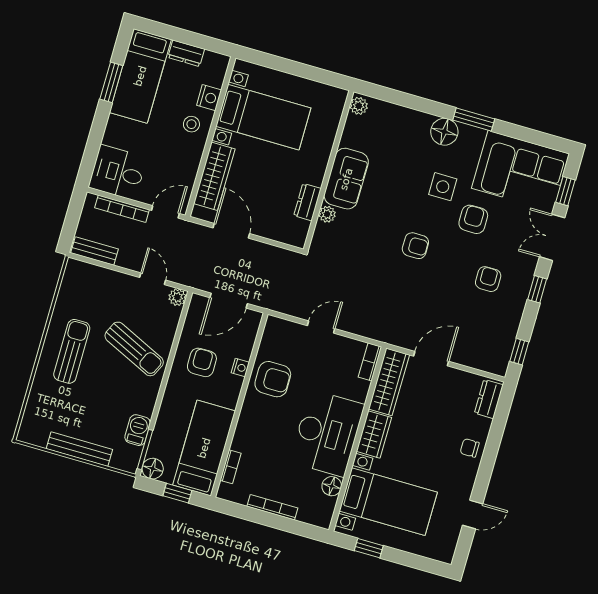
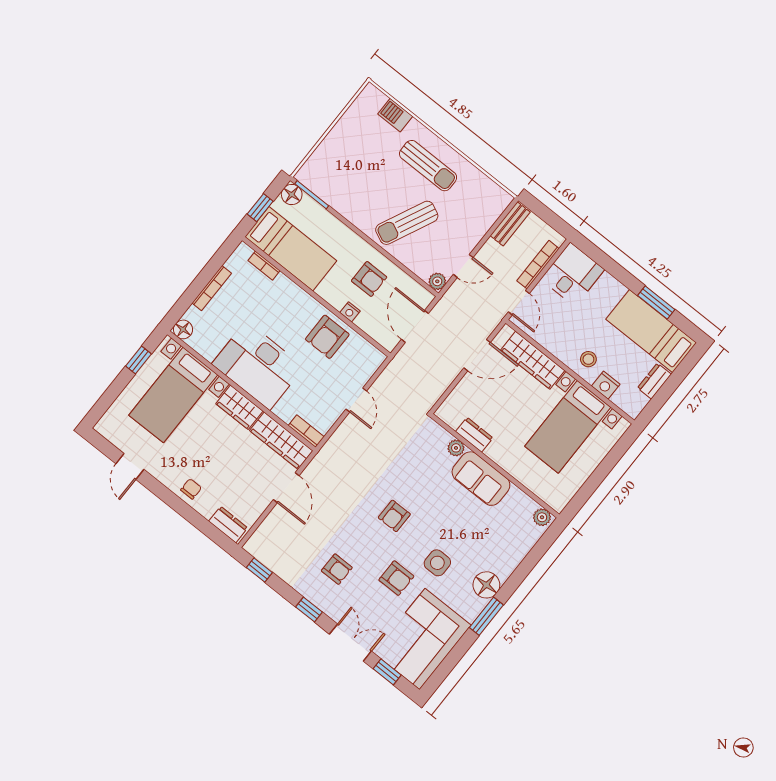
barbecue: (138, 430) -> (395, 115), moved, turned 180
bench: (79, 449) -> (337, 136), removed
floor lamp: (332, 486) -> (183, 329), moved

